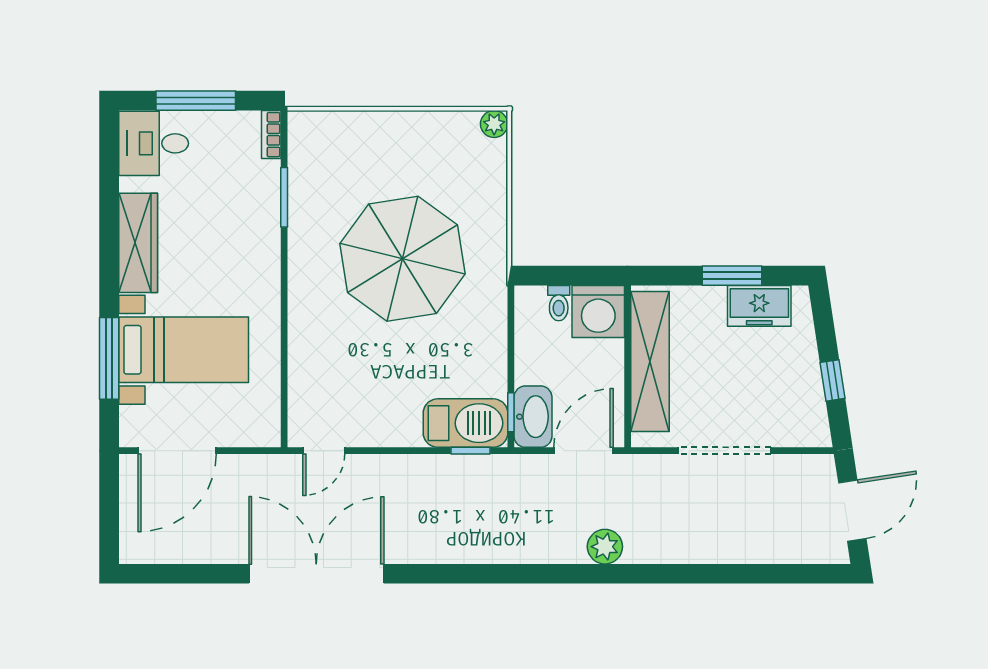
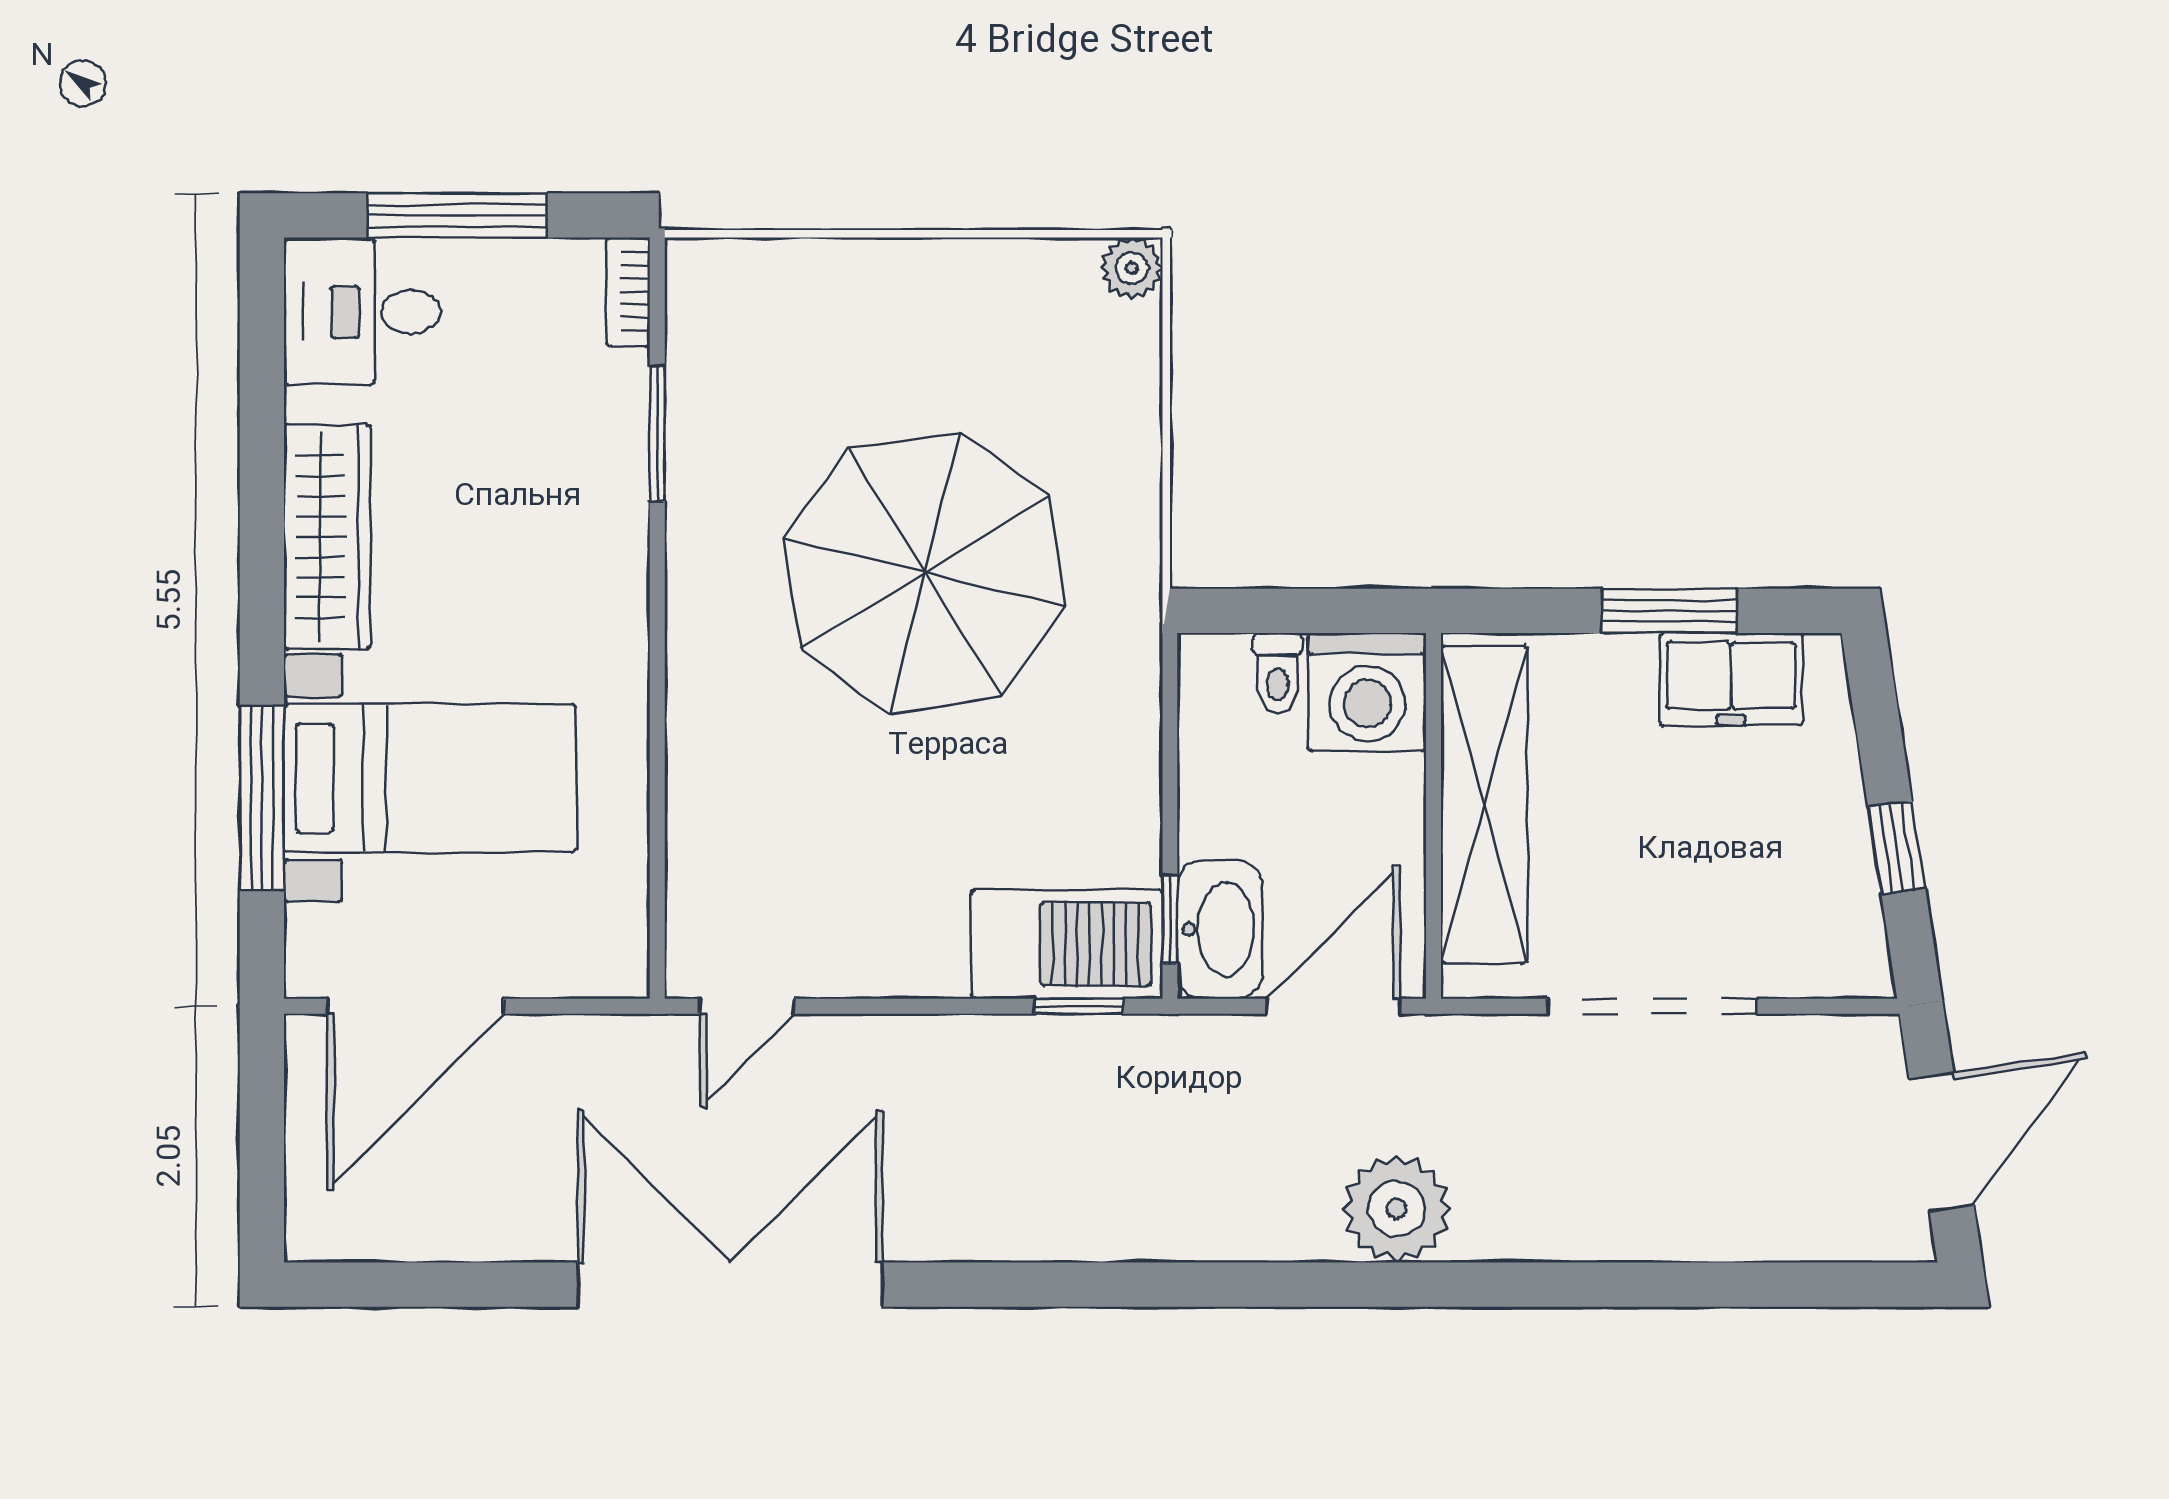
plant: (605, 547) -> (1397, 1209), width x1.36, depth x1.36

